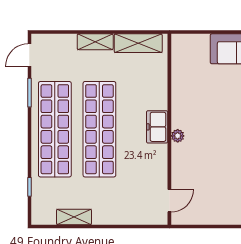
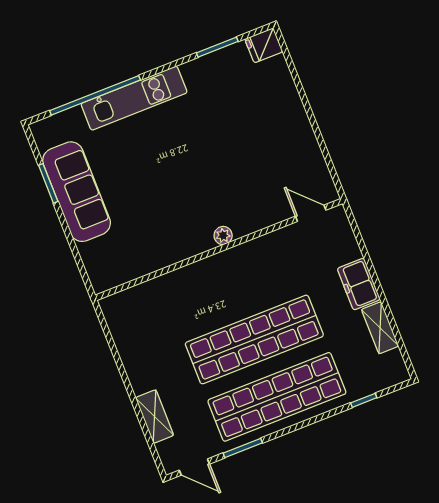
shelving: (95, 42) -> (155, 417), moved
shelving: (138, 43) -> (124, 333), removed
freezer: (157, 127) -> (359, 284), moved, turned 90

